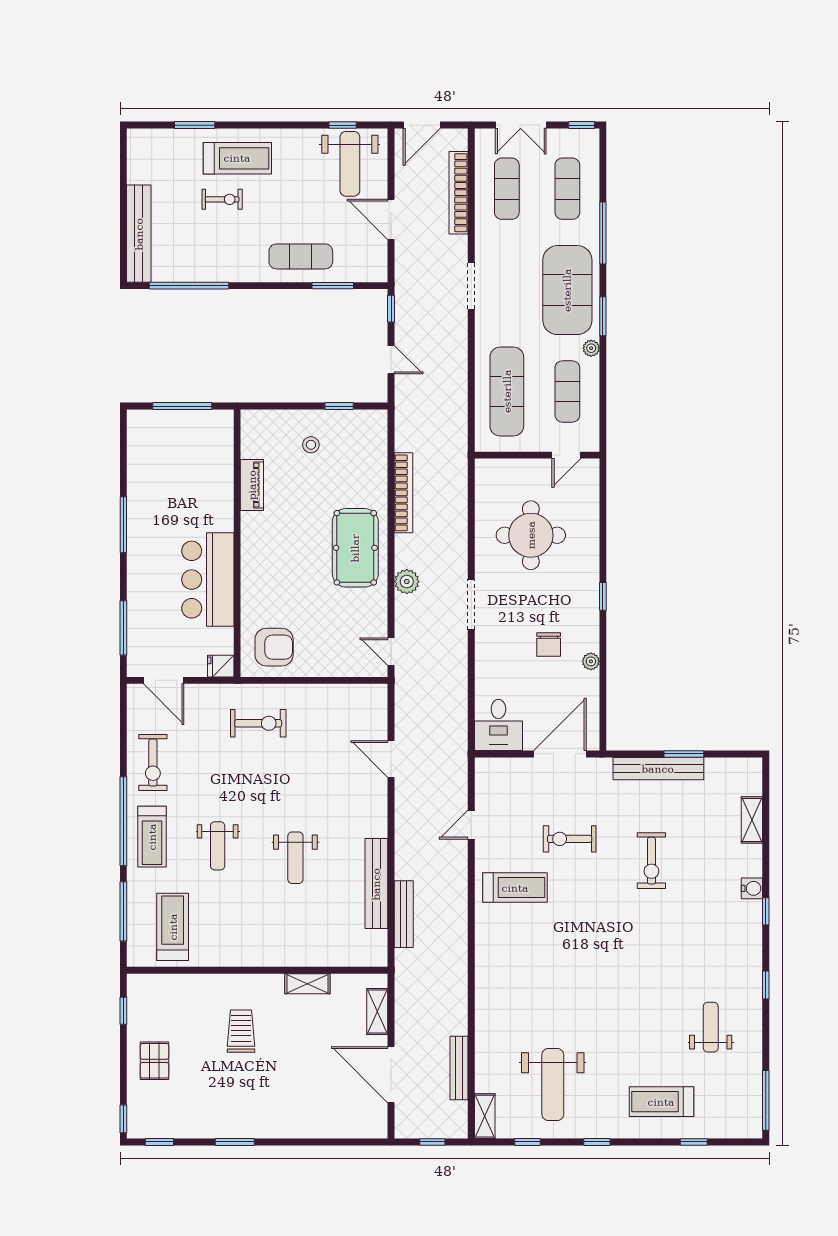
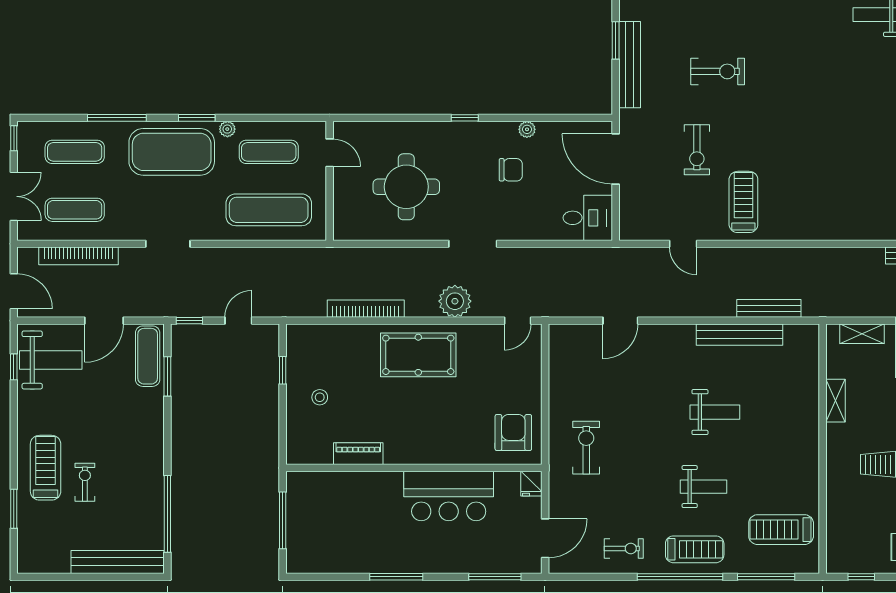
exercise mat: (301, 256) -> (148, 356), moved
plant: (407, 582) -> (455, 301), width x1.36, depth x1.36
exercise bike: (153, 763) -> (624, 548), width x0.73, depth x0.72

